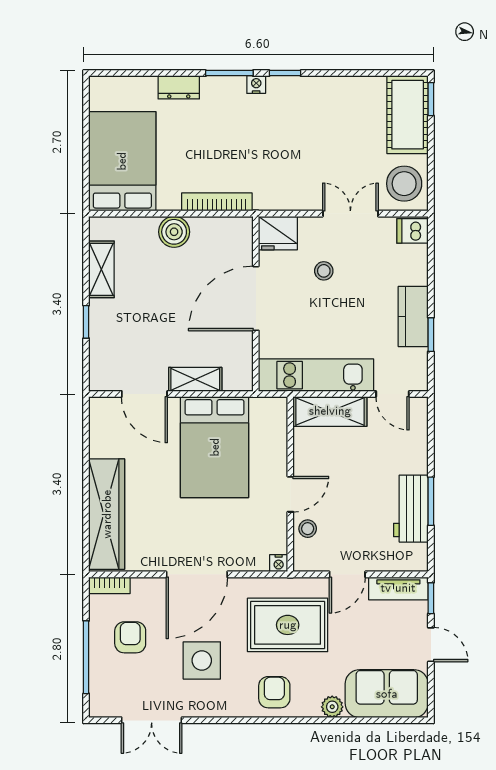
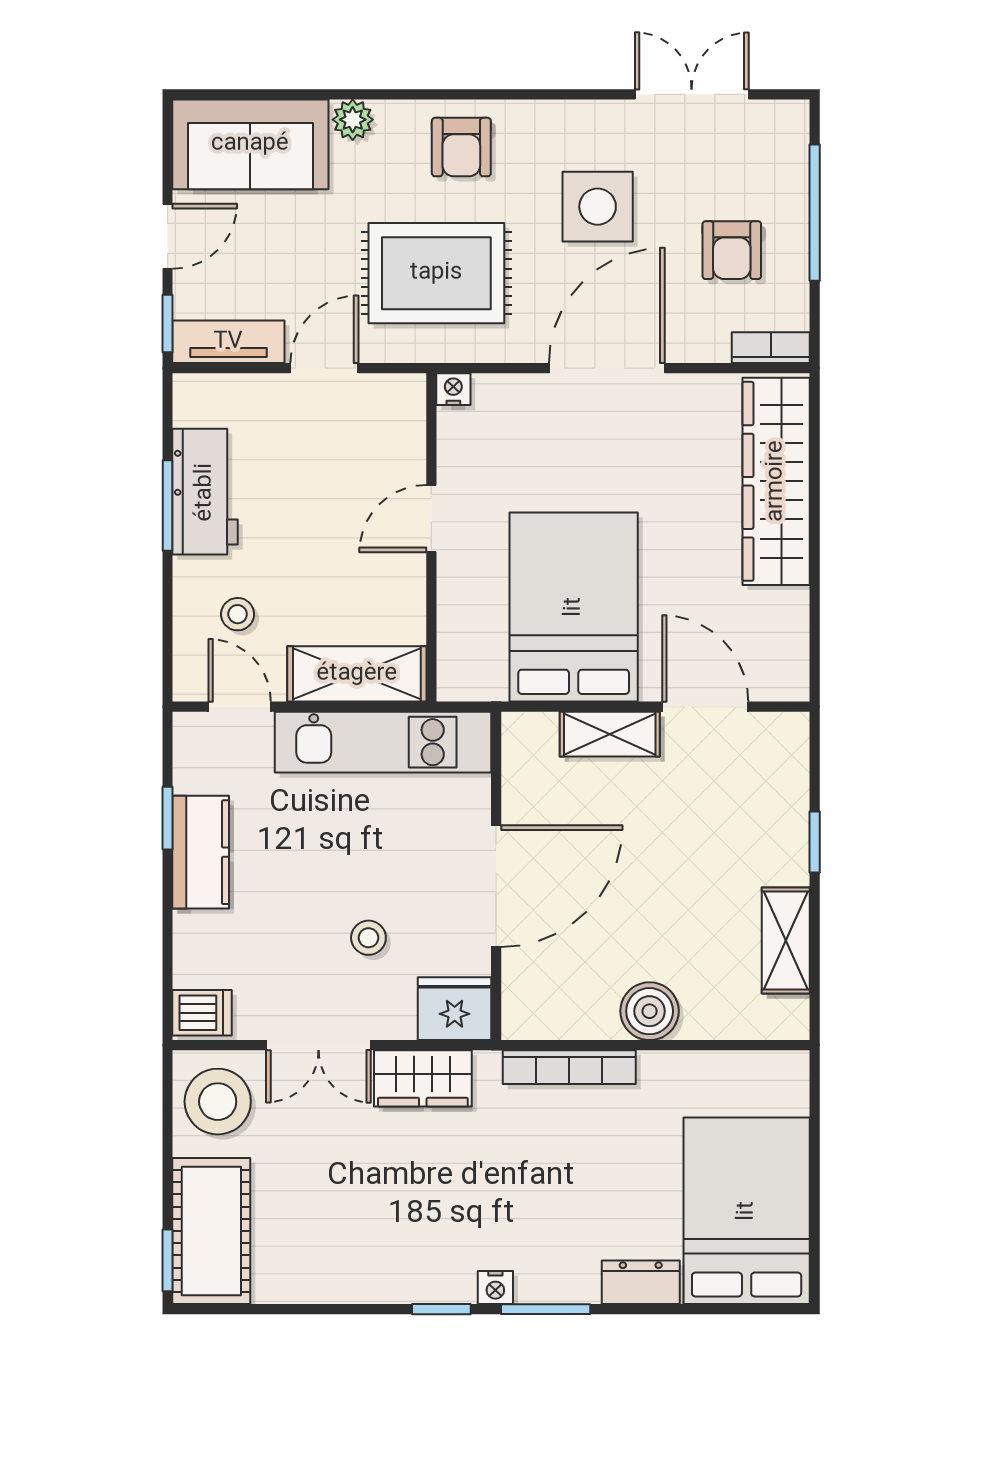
bed: (122, 161) -> (747, 1211), moved, turned 180
wardrobe: (295, 196) -> (423, 1078), added
stool: (308, 529) -> (238, 614), moved
door: (431, 645) -> (168, 236), swing flipped

